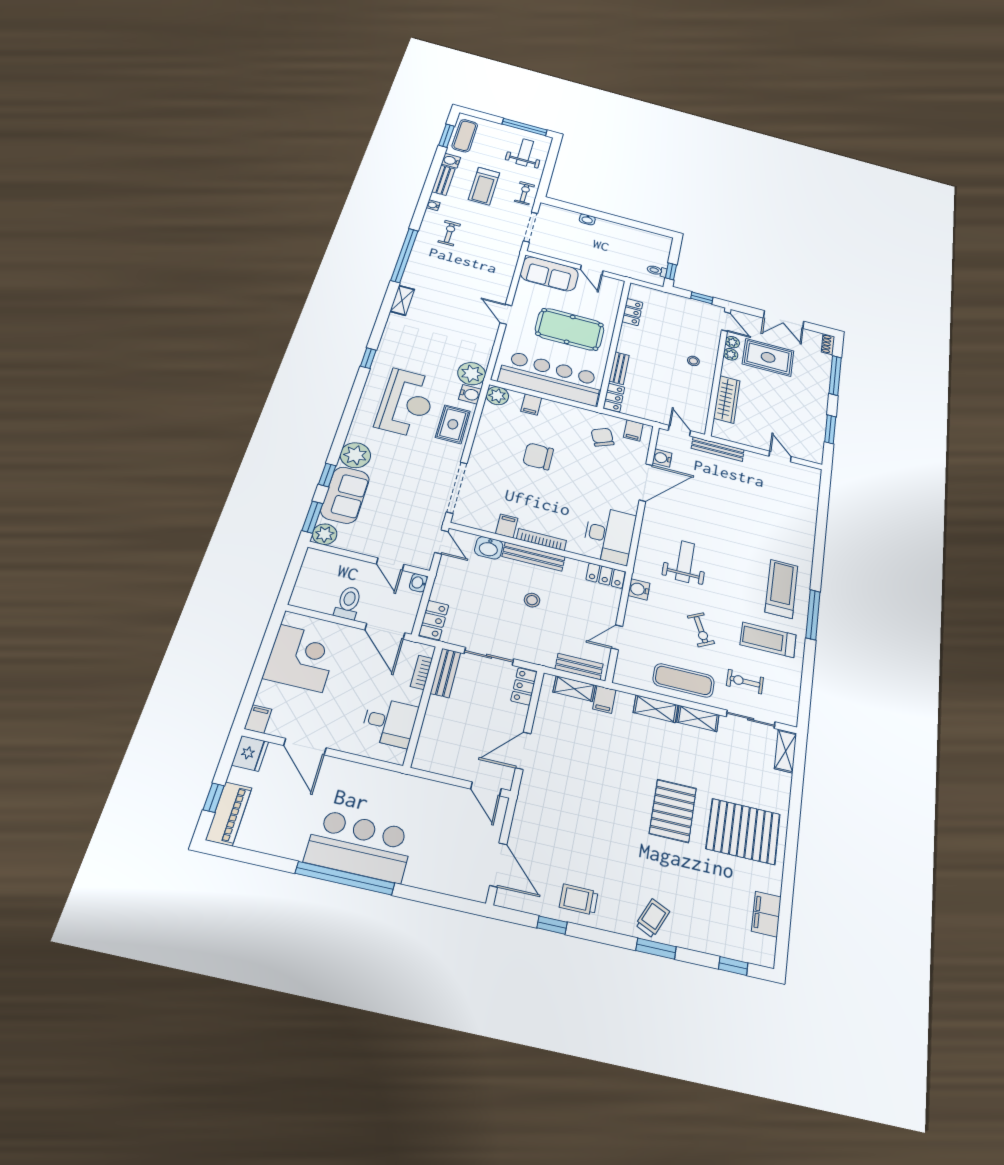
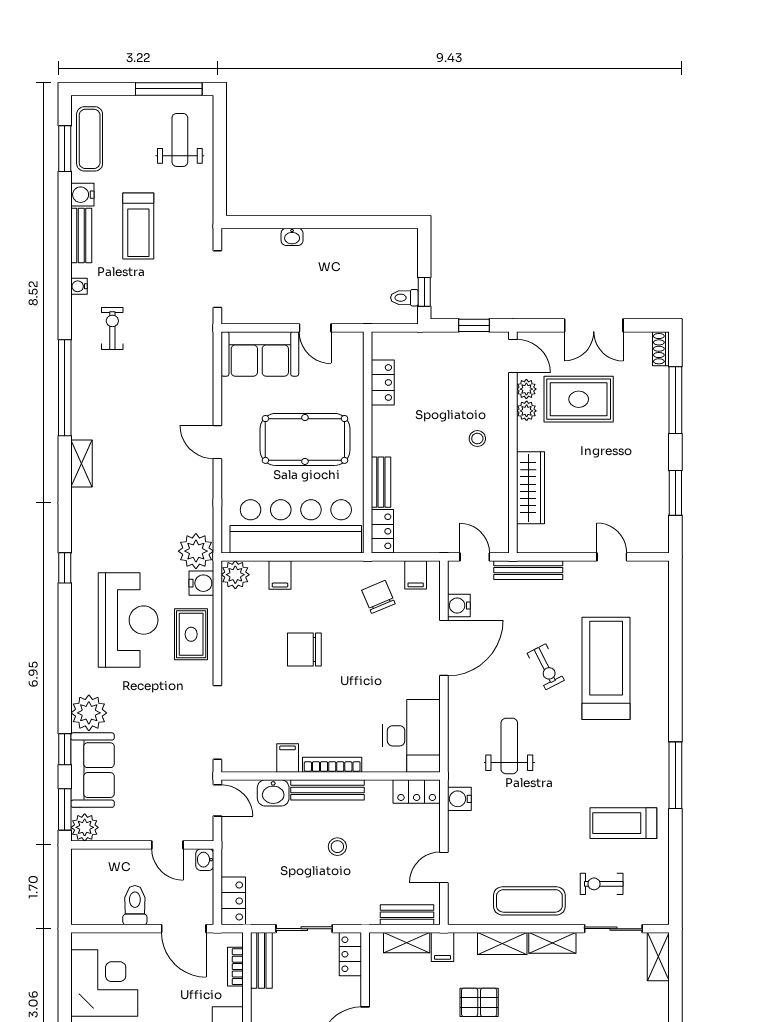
exercise bike: (524, 193) -> (196, 219), removed
treadmill: (781, 589) -> (606, 668), moved, width x1.37, depth x1.38
exercise bike: (701, 630) -> (546, 667), moved
pallet: (628, 753) -> (479, 1002), added

